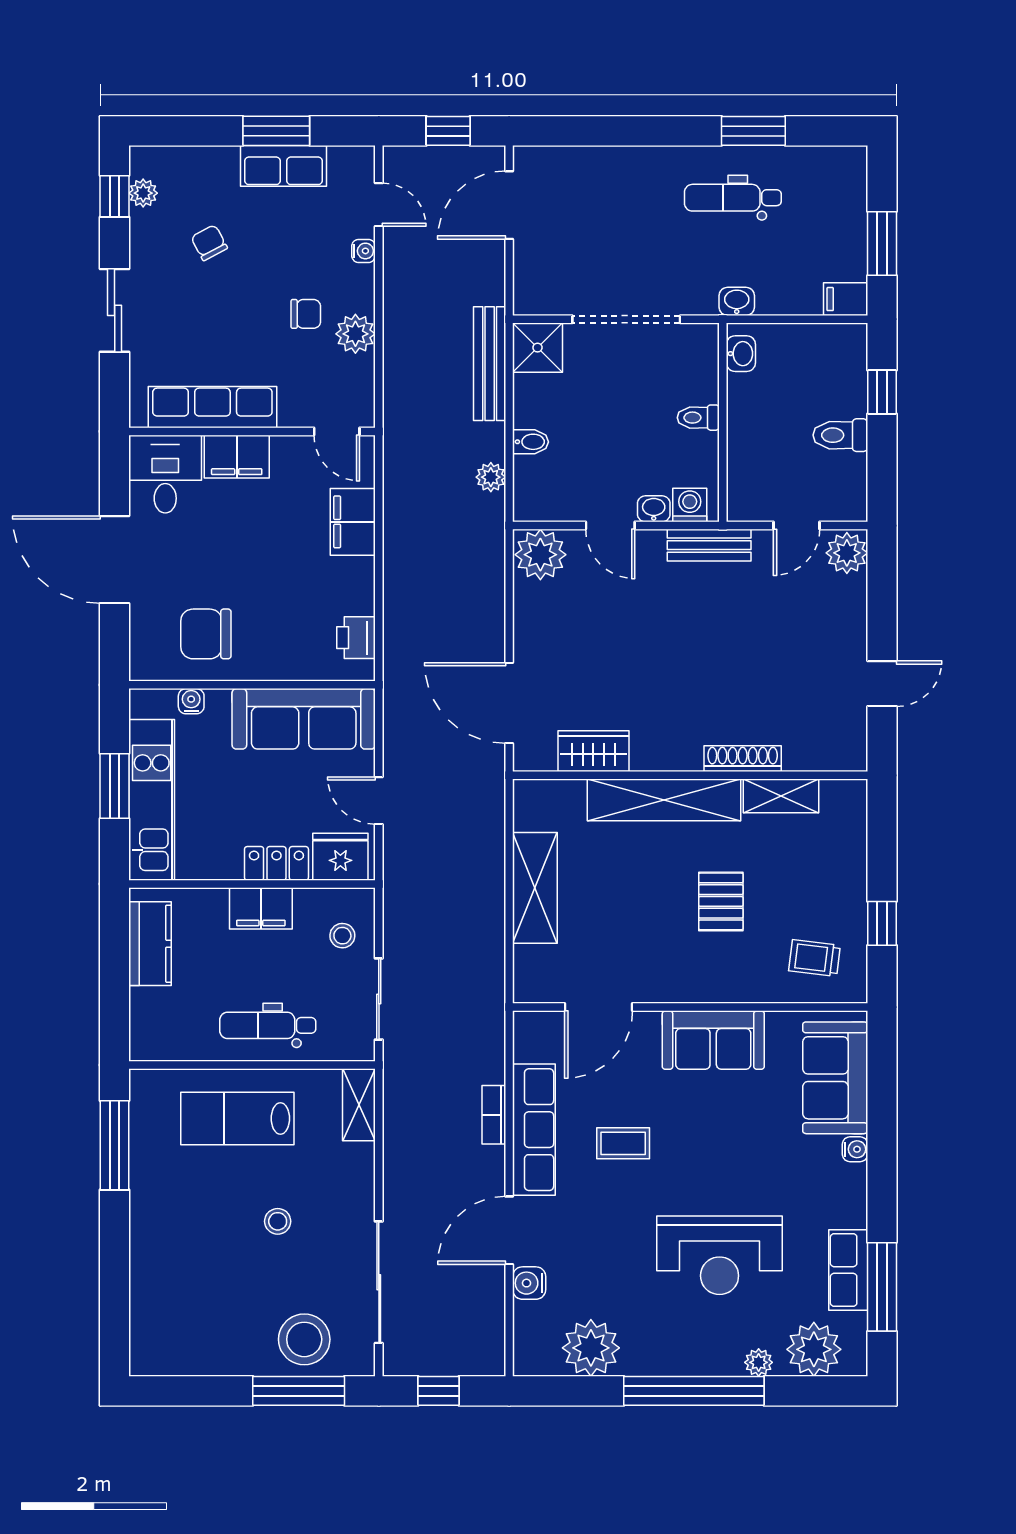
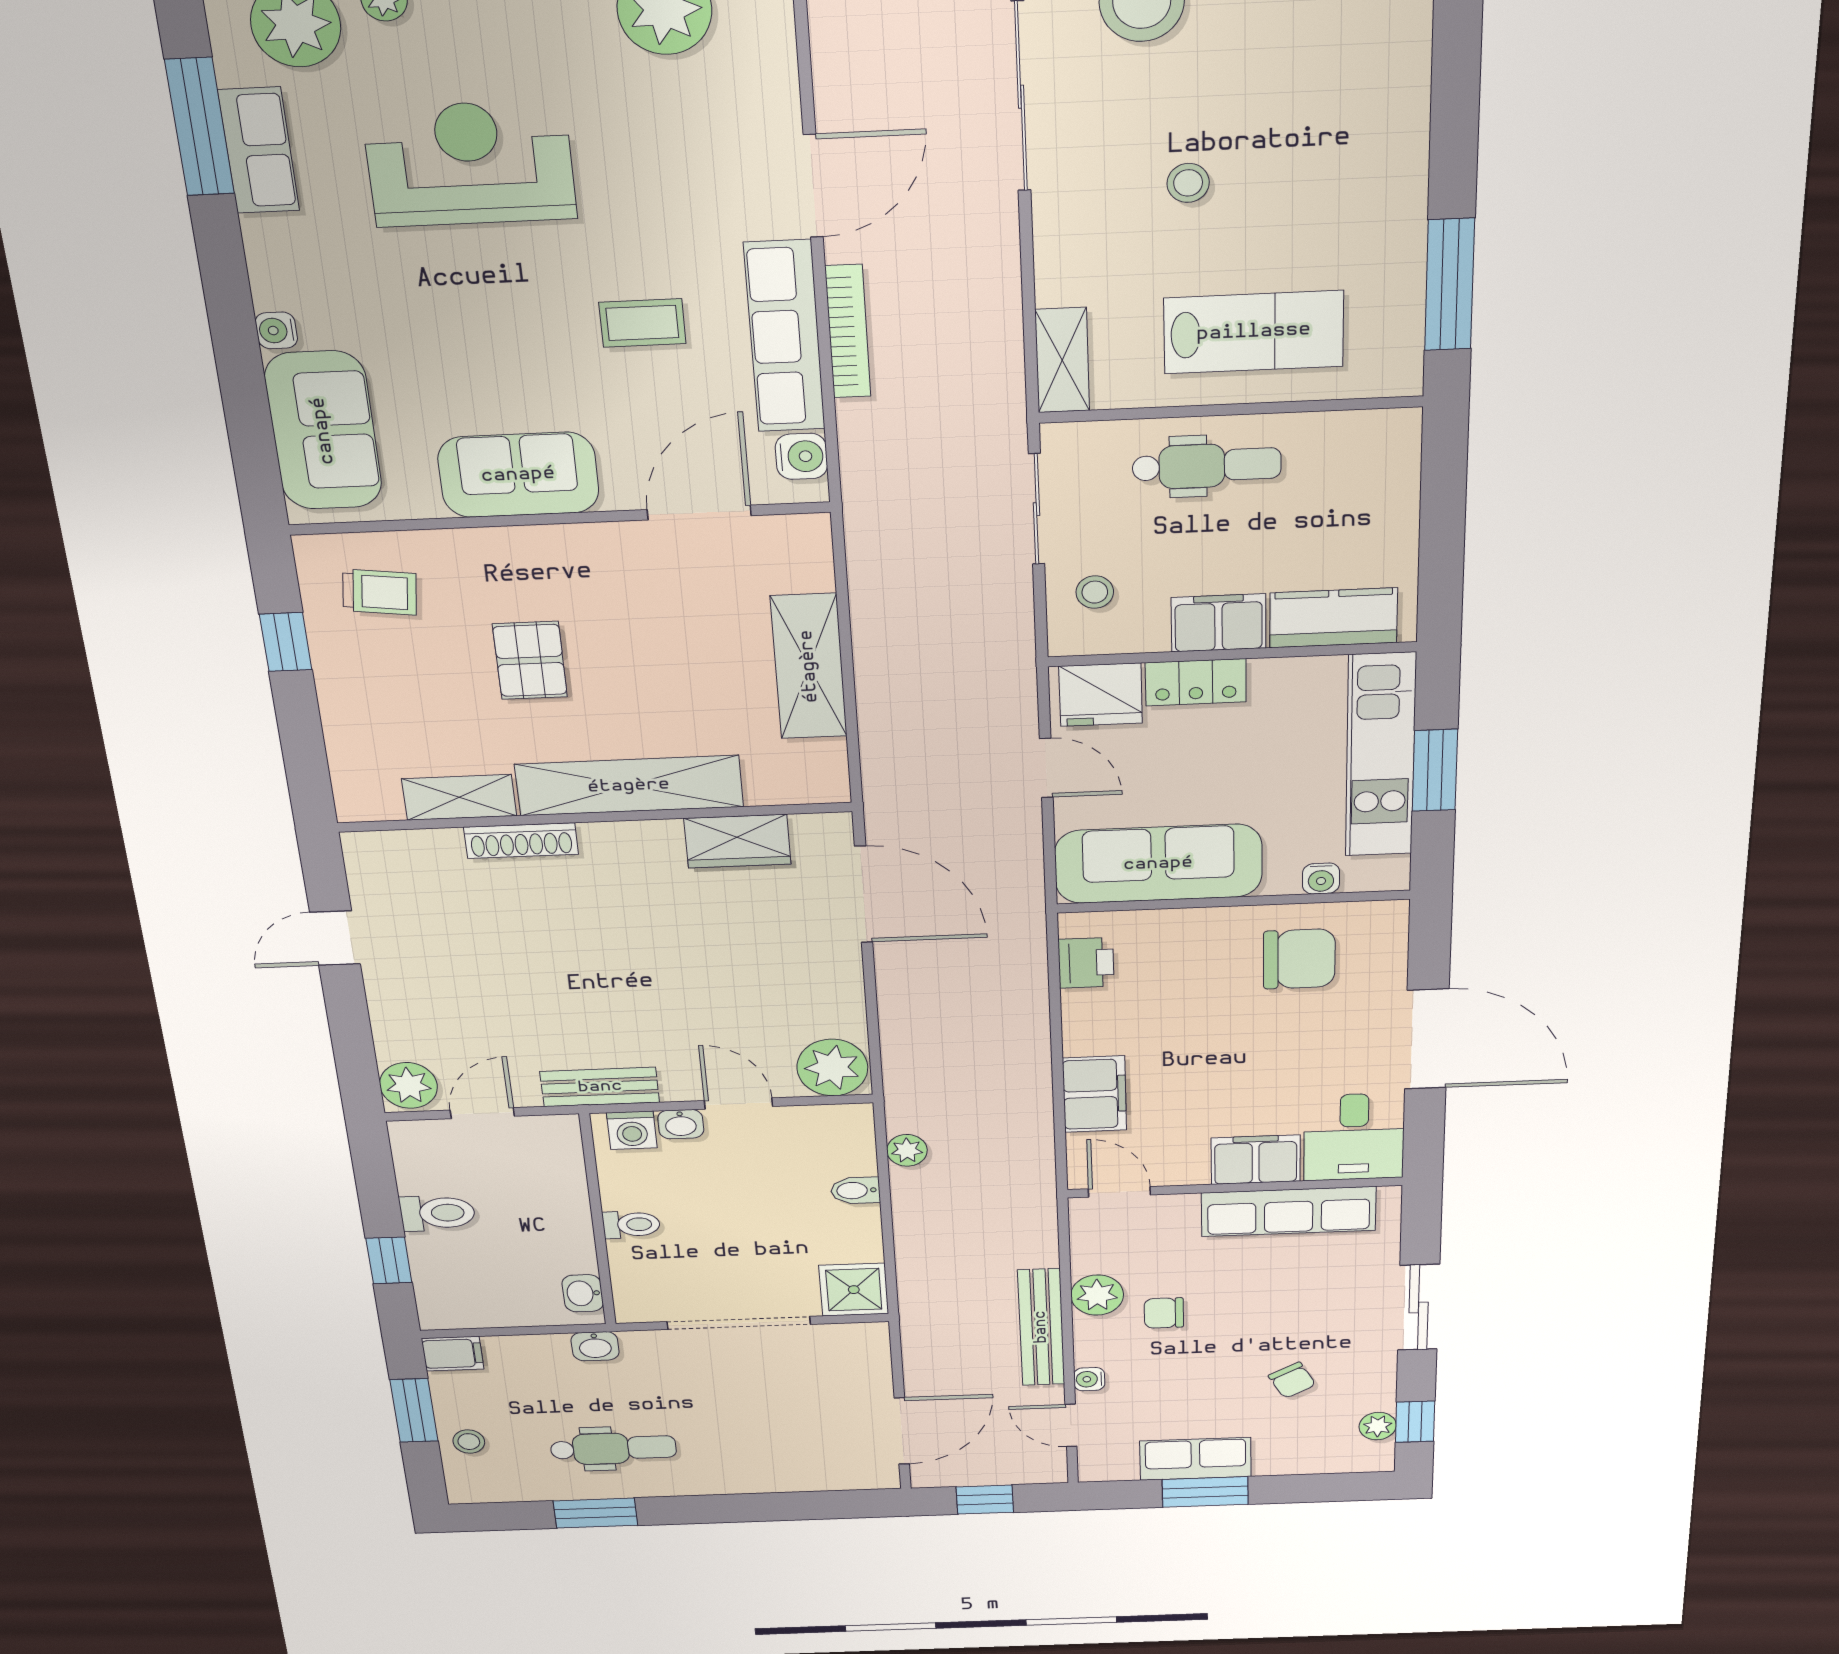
stool: (844, 210) -> (469, 1442), added
bench: (490, 364) -> (1041, 1327), moved
kitchen counter: (150, 944) -> (1333, 618), moved, turned 90
bookcase: (494, 1115) -> (848, 331), width x1.56
water cooler: (529, 1283) -> (801, 456), moved

